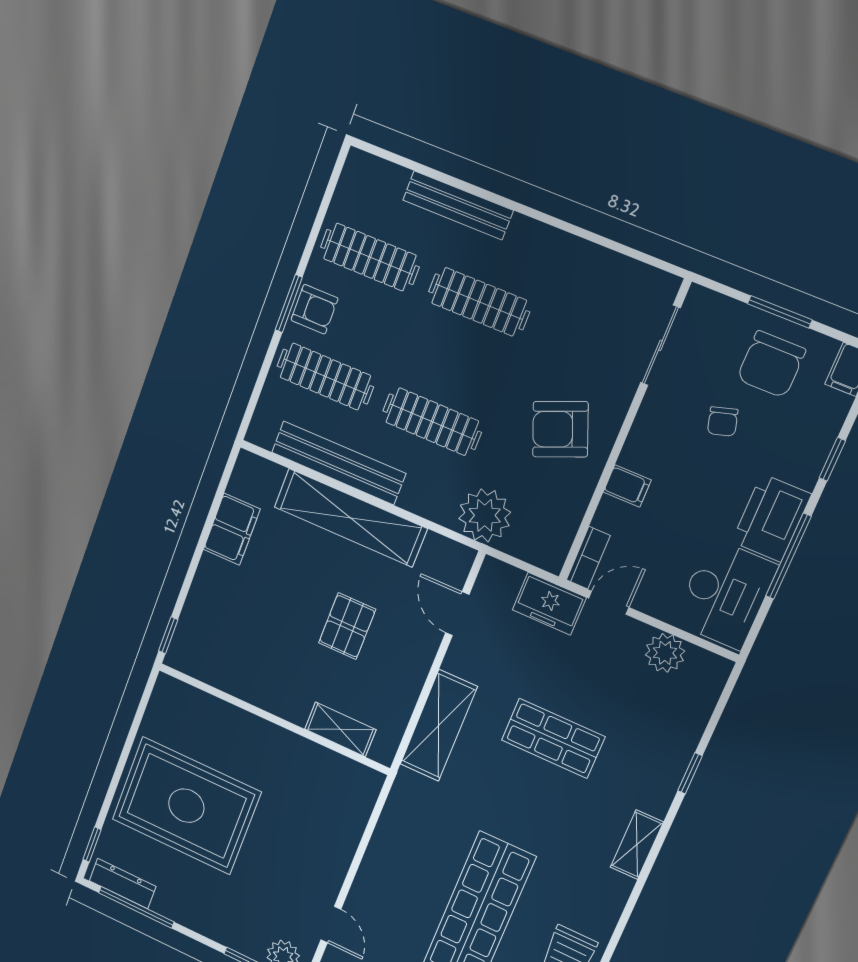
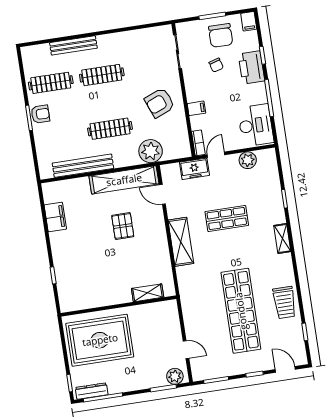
clothes rail: (325, 376) -> (59, 137), removed
shelving: (350, 518) -> (124, 180), moved
printer: (771, 518) -> (251, 67), moved
wall: (273, 719) -> (119, 306), moved
shelving: (340, 729) -> (148, 293), moved

